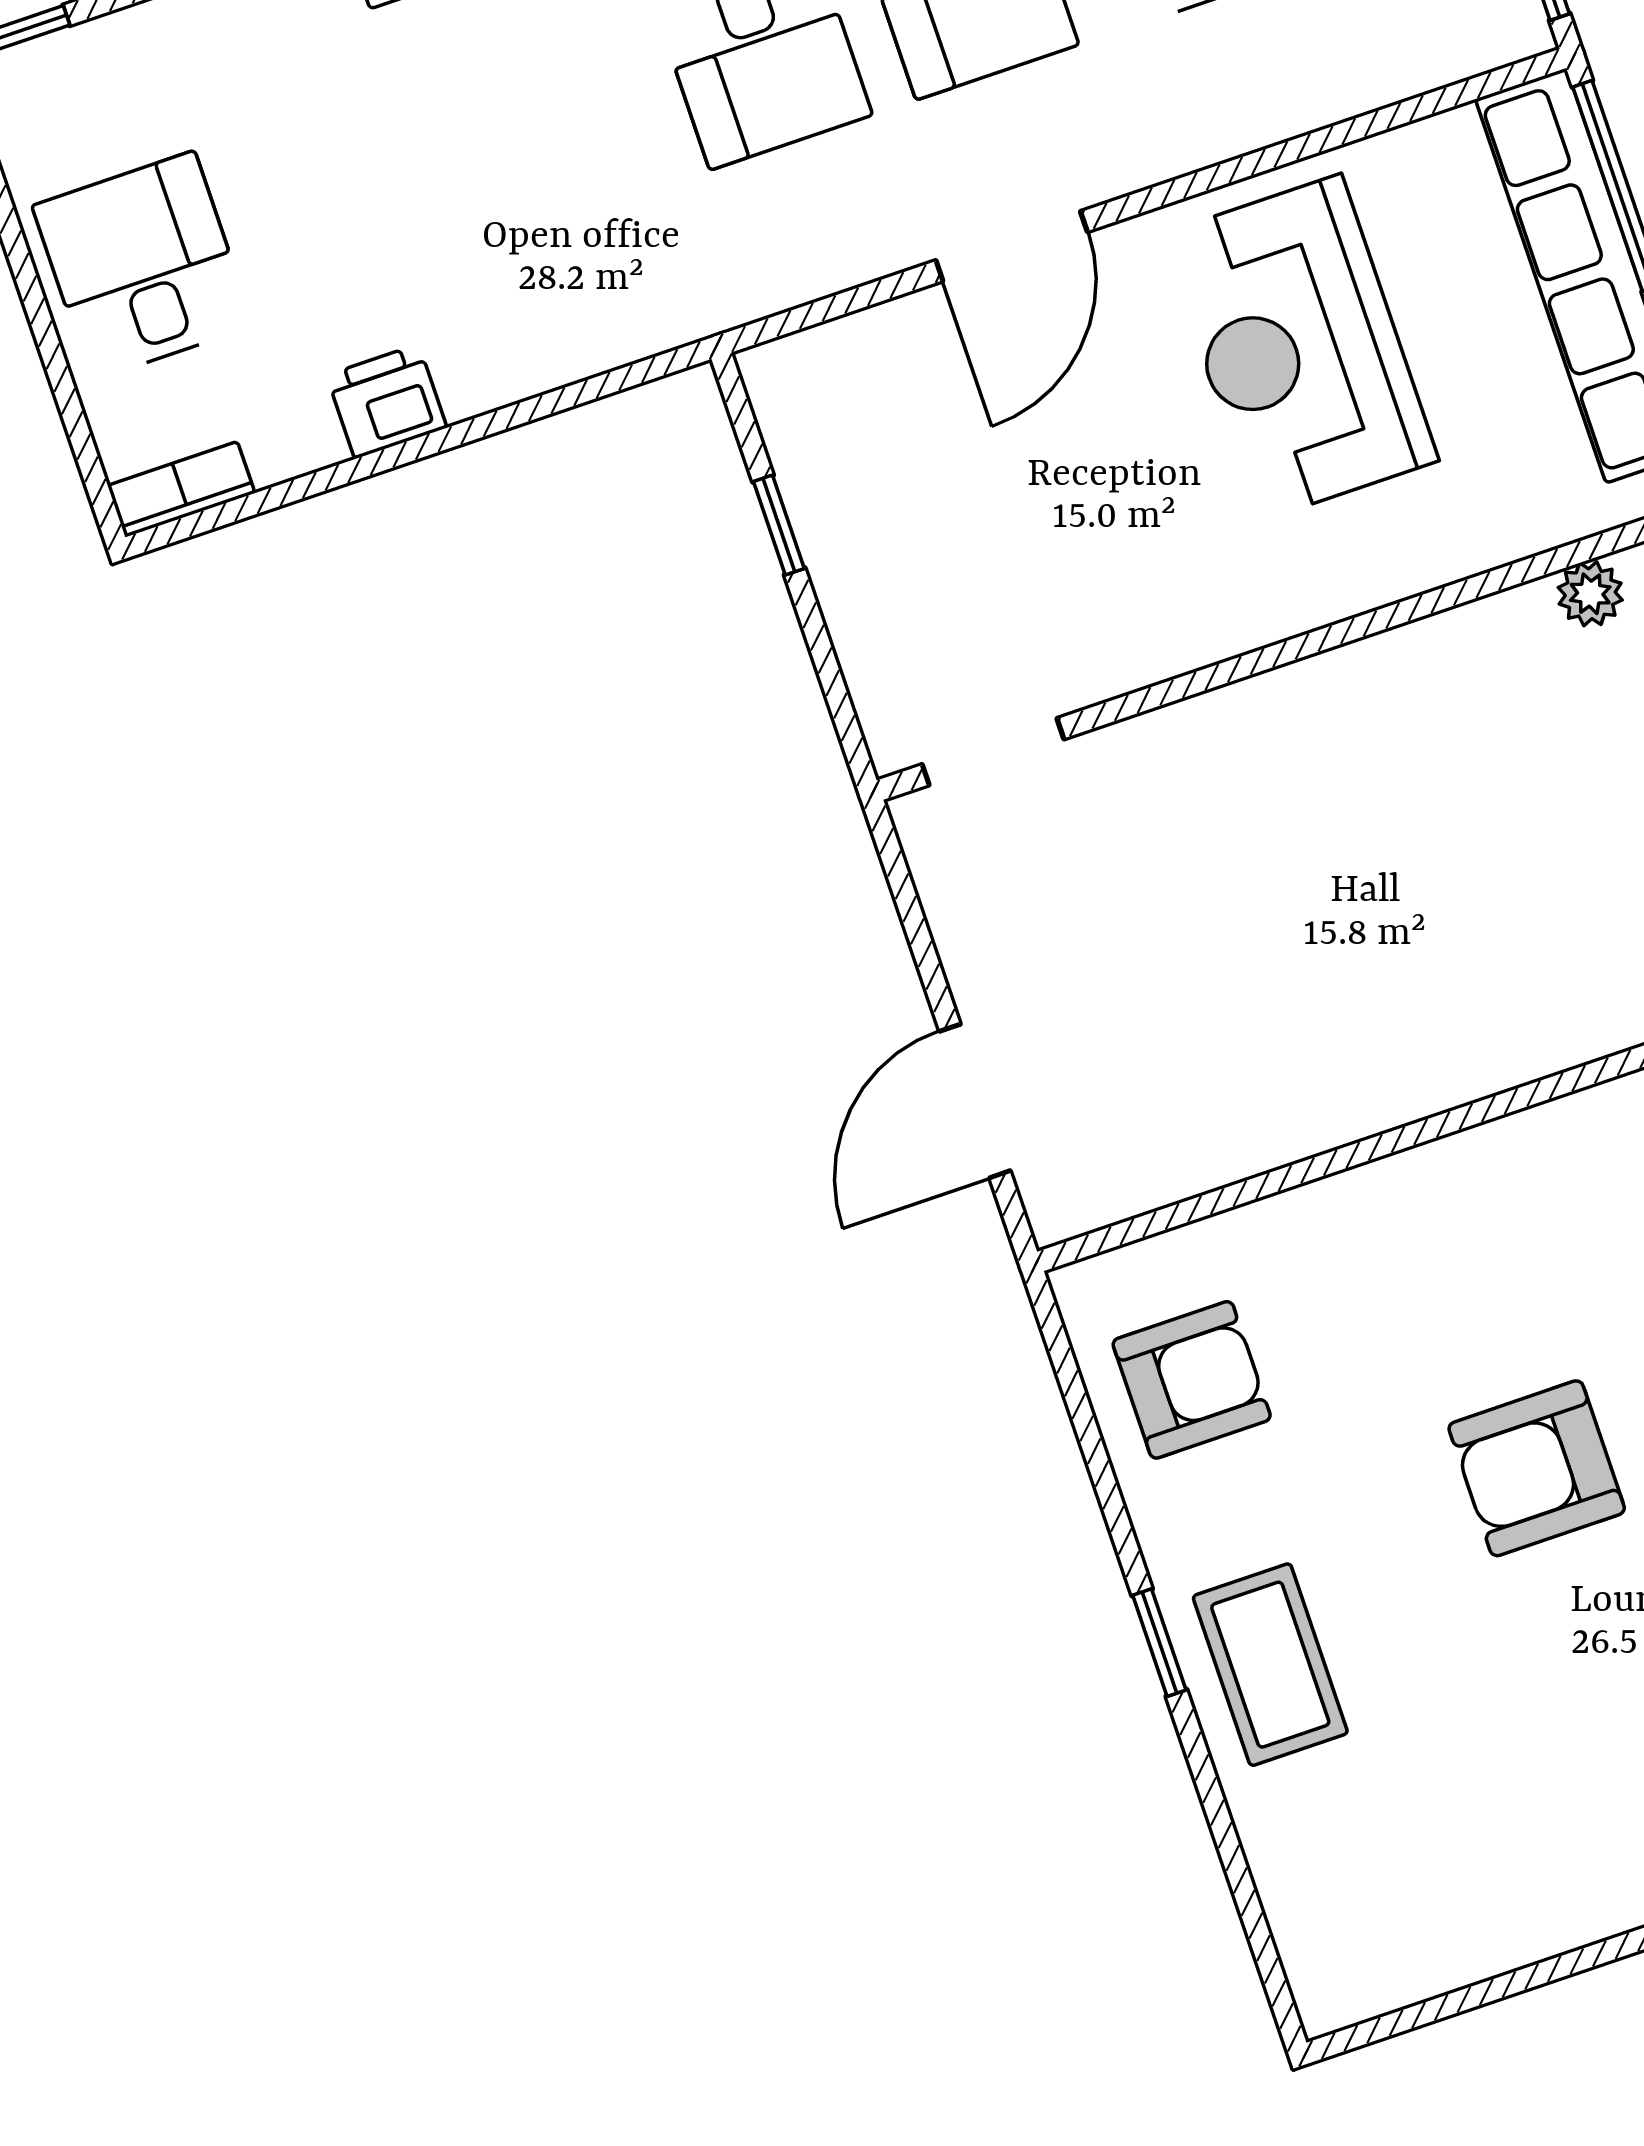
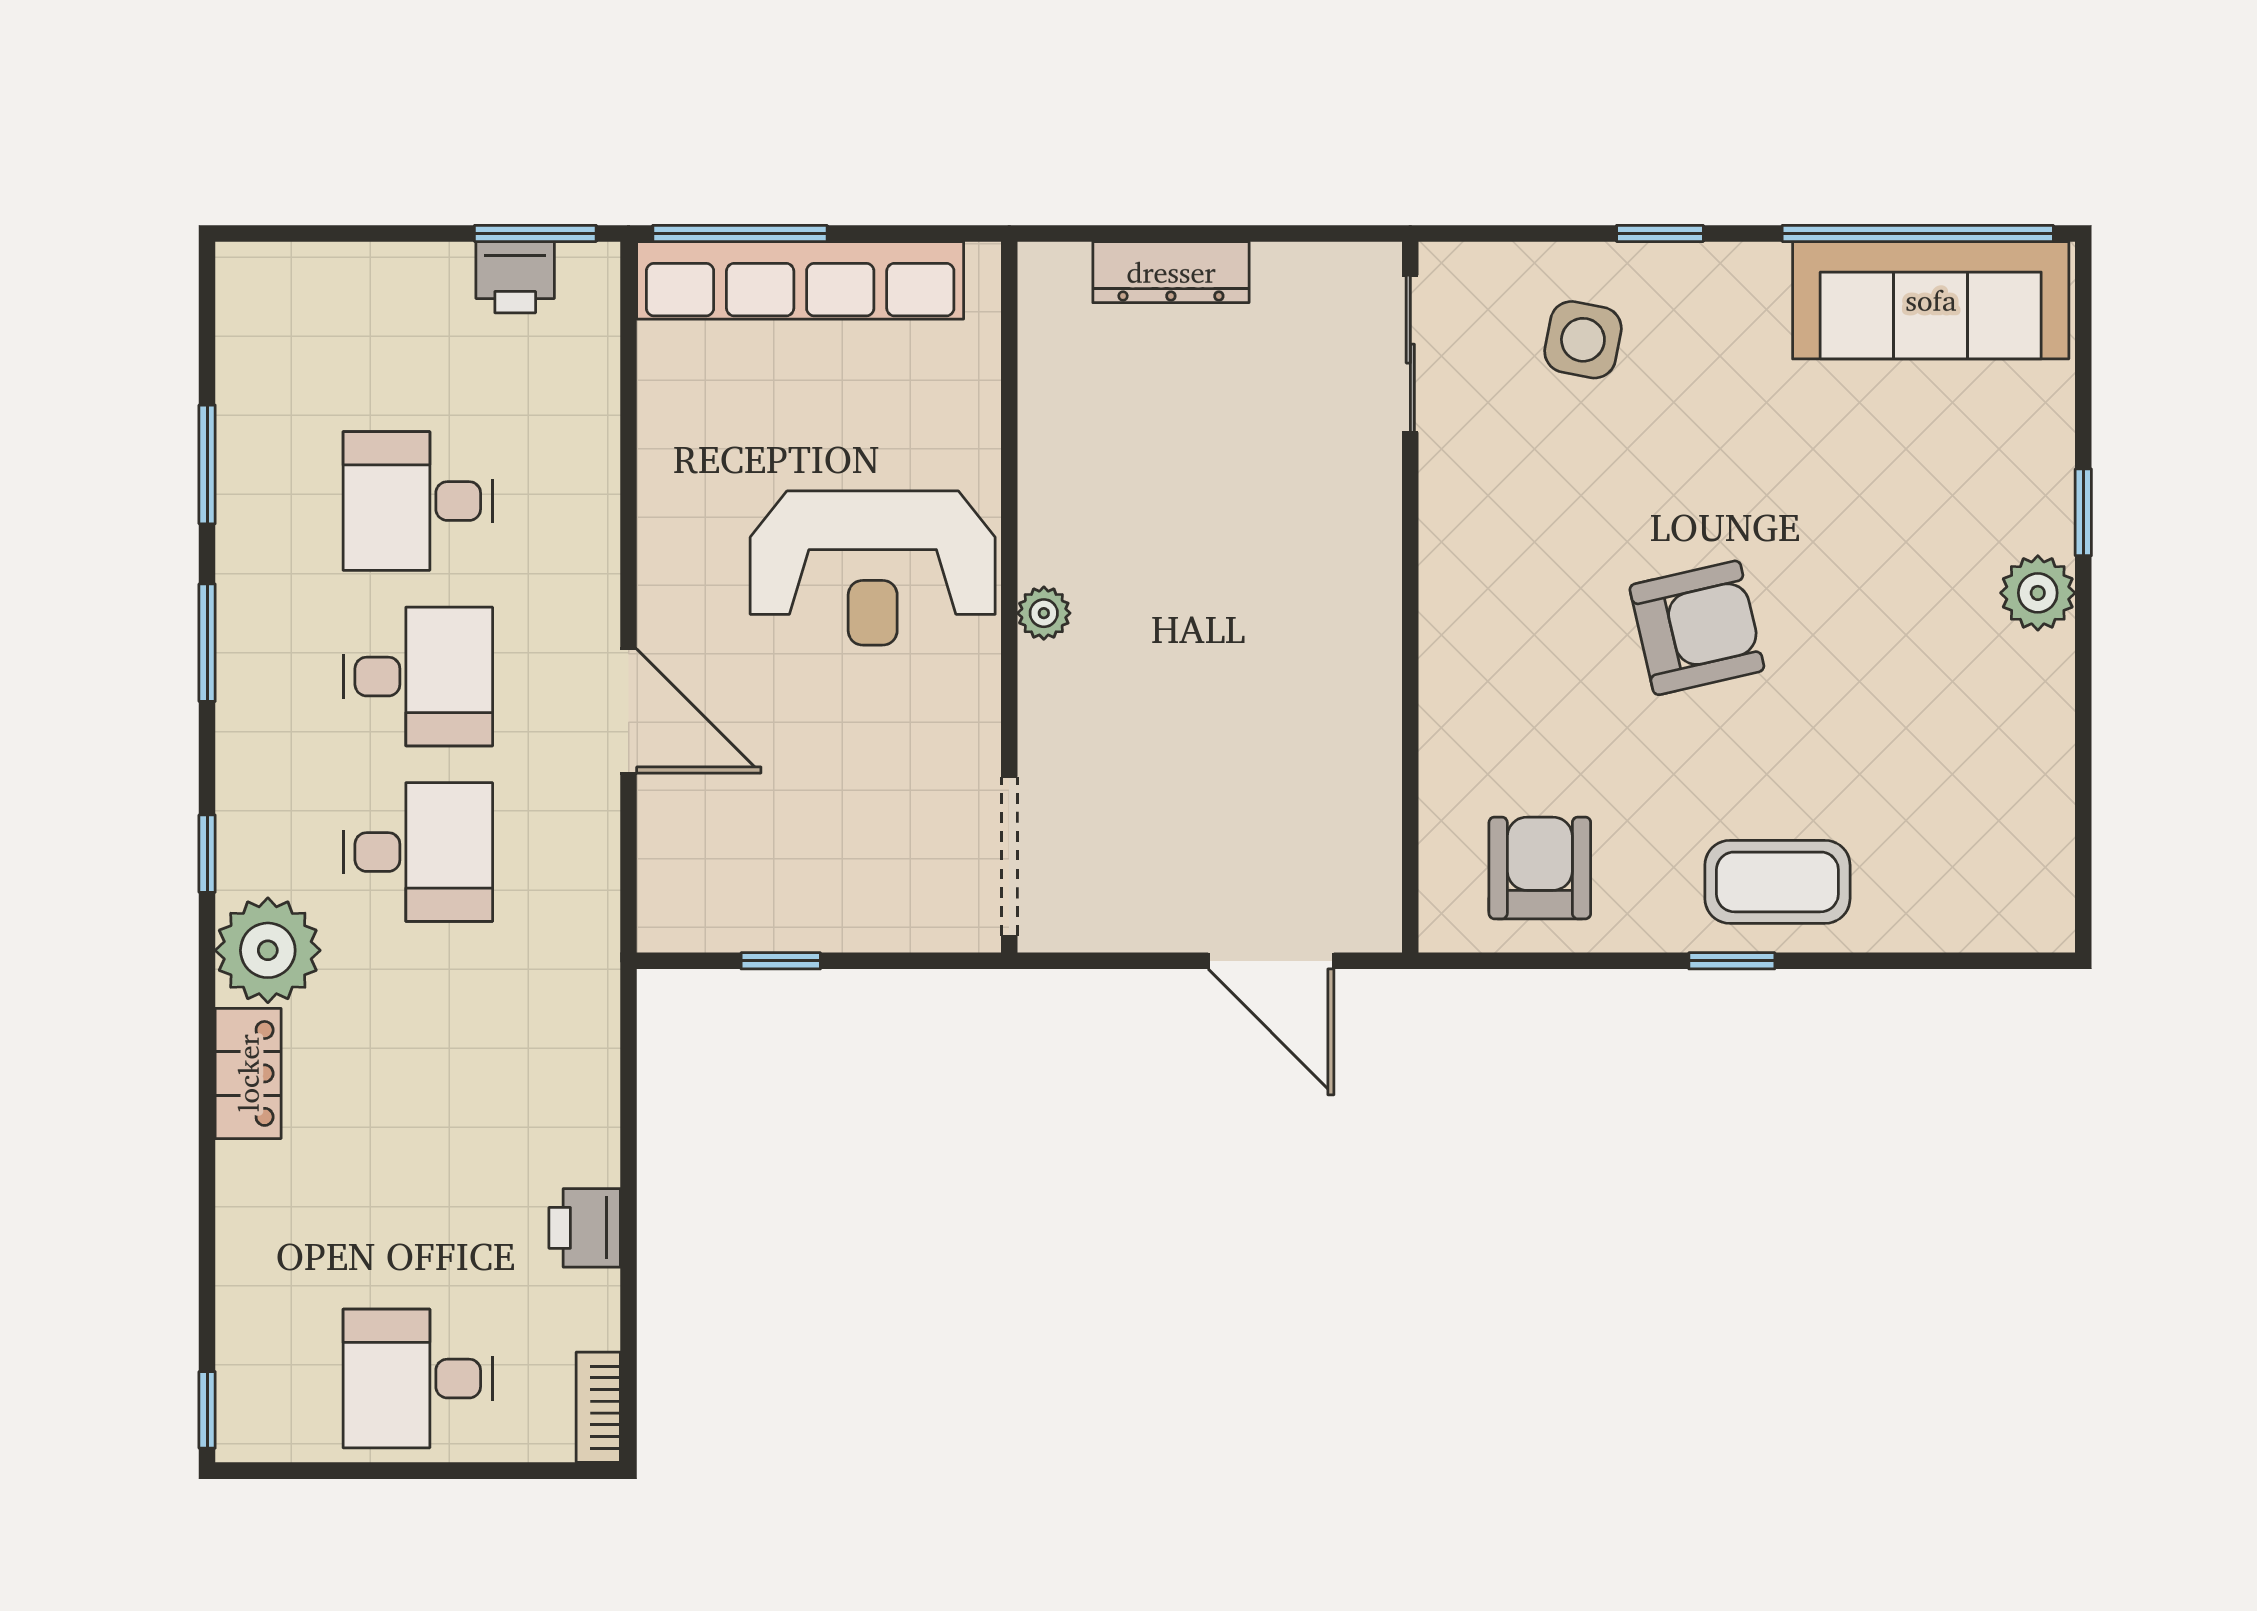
reception desk: (1300, 348) -> (873, 568), moved
plant: (1590, 594) -> (1044, 613), moved
doorway: (993, 752) -> (1009, 856), width x1.38
armchair: (1537, 1468) -> (1697, 628), turned -103

